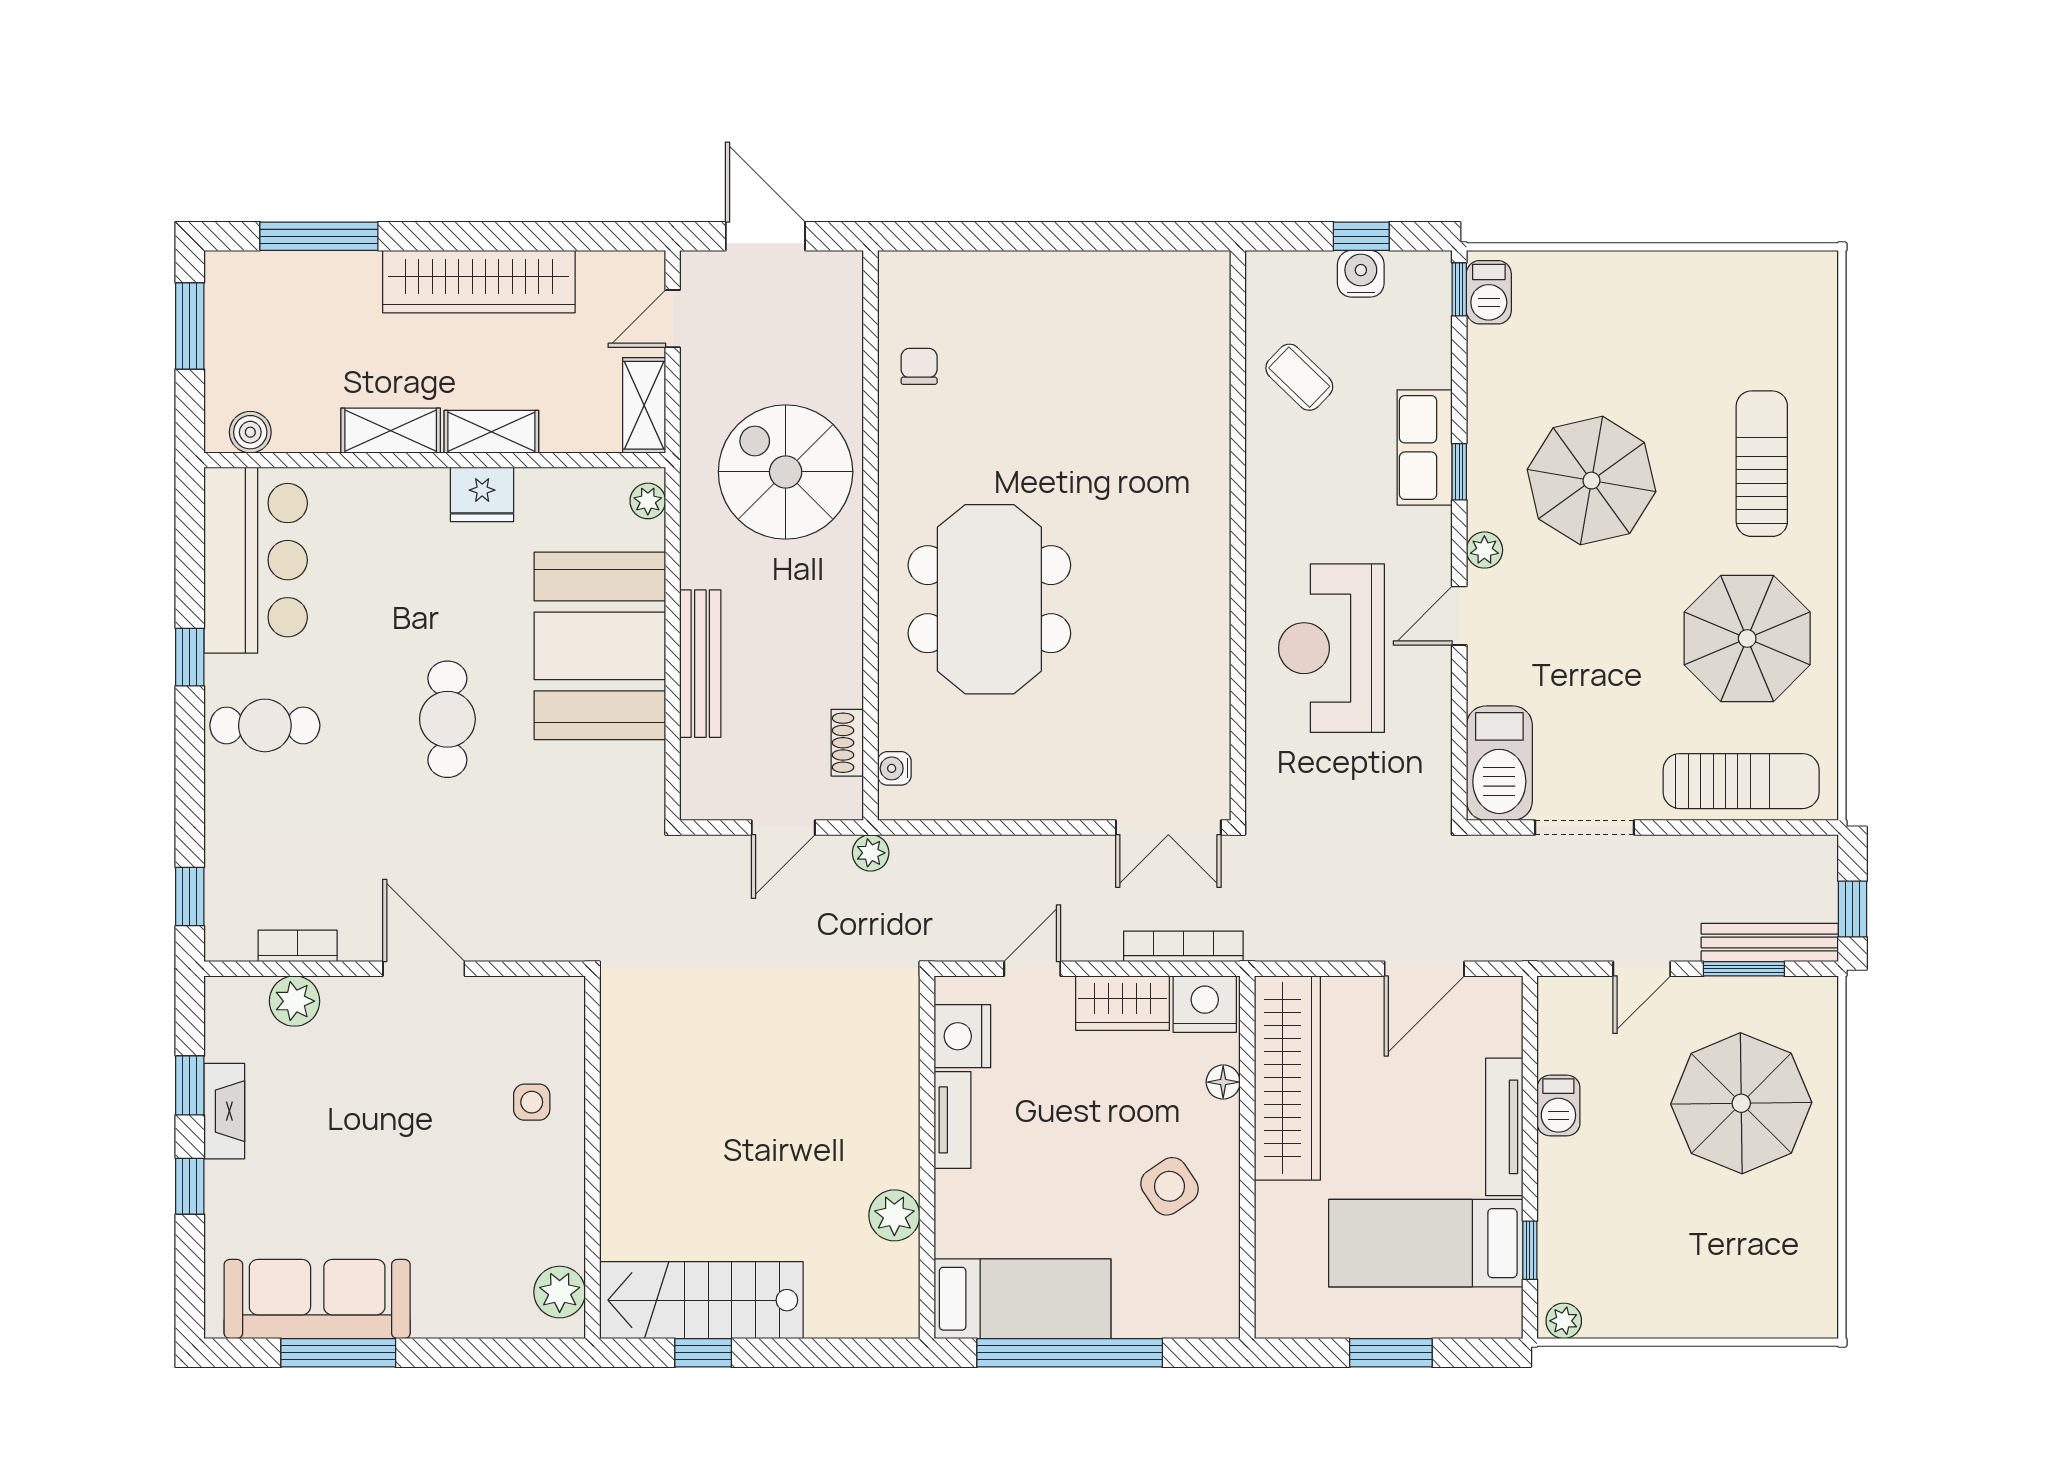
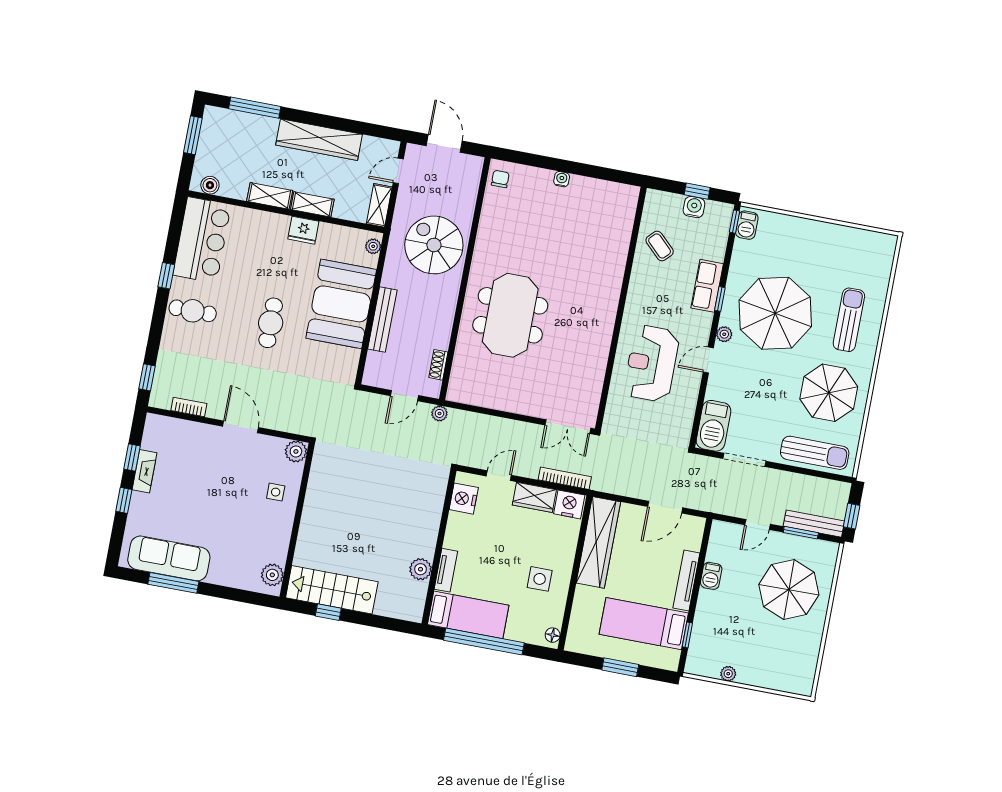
chair: (919, 366) -> (500, 179), moved
parasol: (1591, 481) -> (775, 313), width x1.36, depth x1.36
water cooler: (894, 768) -> (562, 179), moved, turned 90
plant: (295, 1001) -> (296, 451), moved
floor lamp: (1223, 1082) -> (553, 635), moved
tv unit: (953, 1120) -> (446, 570), moved
side table: (1170, 1186) -> (540, 579), turned 34
plant: (1564, 1321) -> (728, 674), moved

